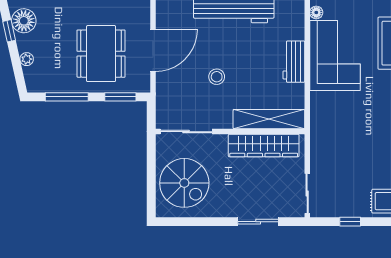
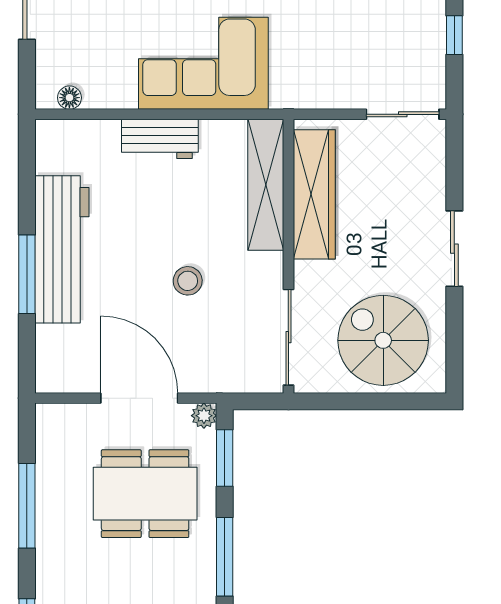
corner sofa: (335, 56) -> (203, 63), moved
plant: (143, 86) -> (204, 416), added
spiral stairs: (184, 183) -> (383, 340), turned -90
sliding door: (258, 222) -> (454, 249), moved

